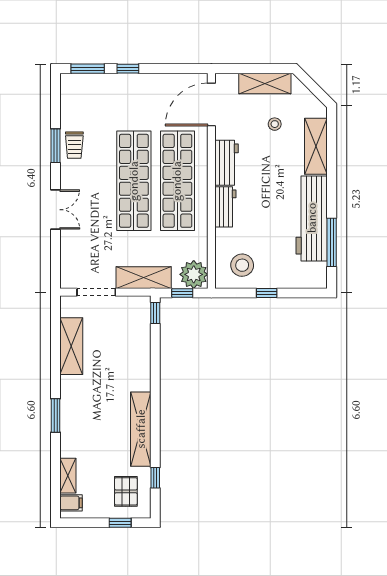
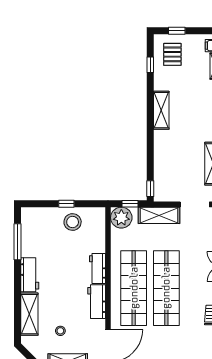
workbench: (312, 218) -> (30, 275), width x0.53, depth x0.76
stool: (242, 265) -> (73, 222), moved
shelving: (141, 429) -> (161, 110), width x0.68

